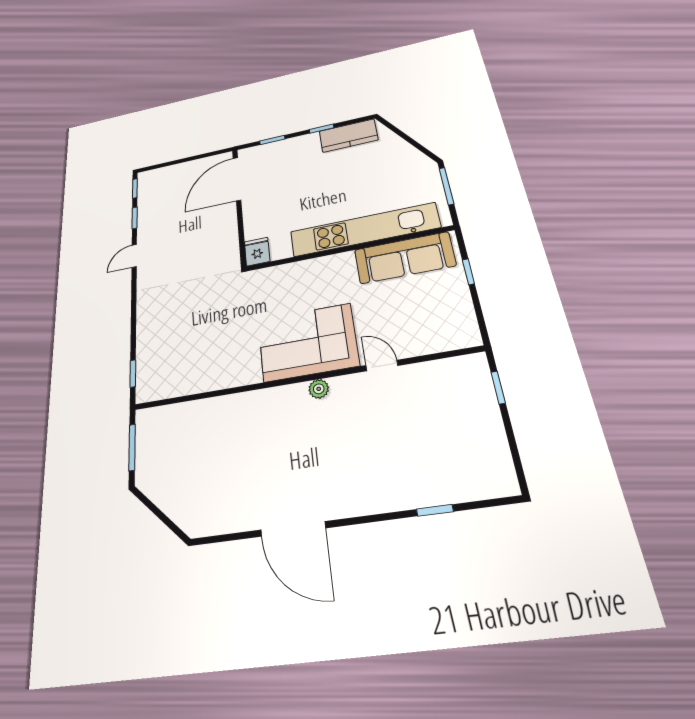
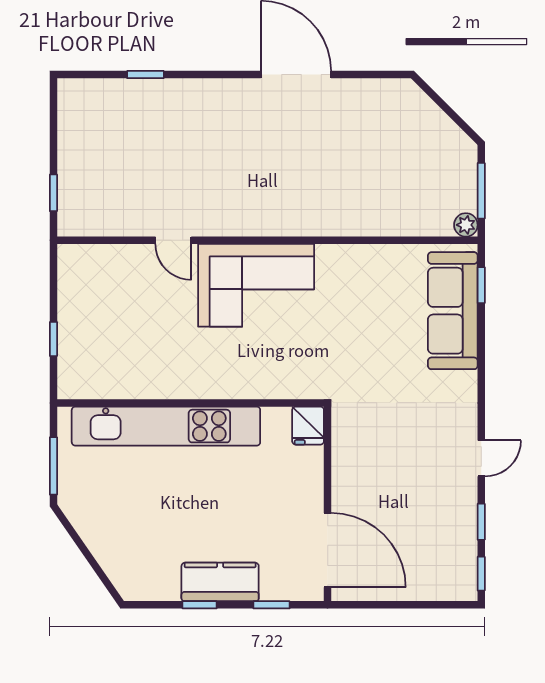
kitchen counter: (348, 136) -> (220, 582), moved
door: (237, 179) -> (328, 550), hinge flipped
sofa: (404, 258) -> (453, 311), moved, turned -90
plant: (319, 389) -> (466, 225), moved

